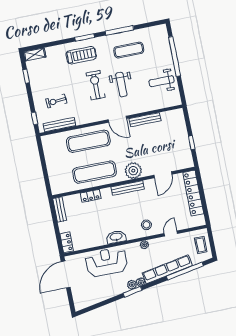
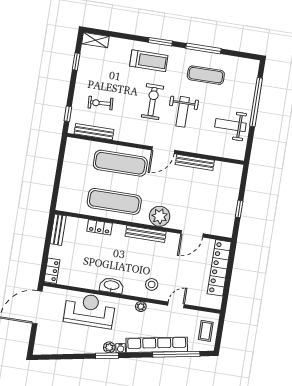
door: (117, 119) -> (163, 150), hinge flipped

